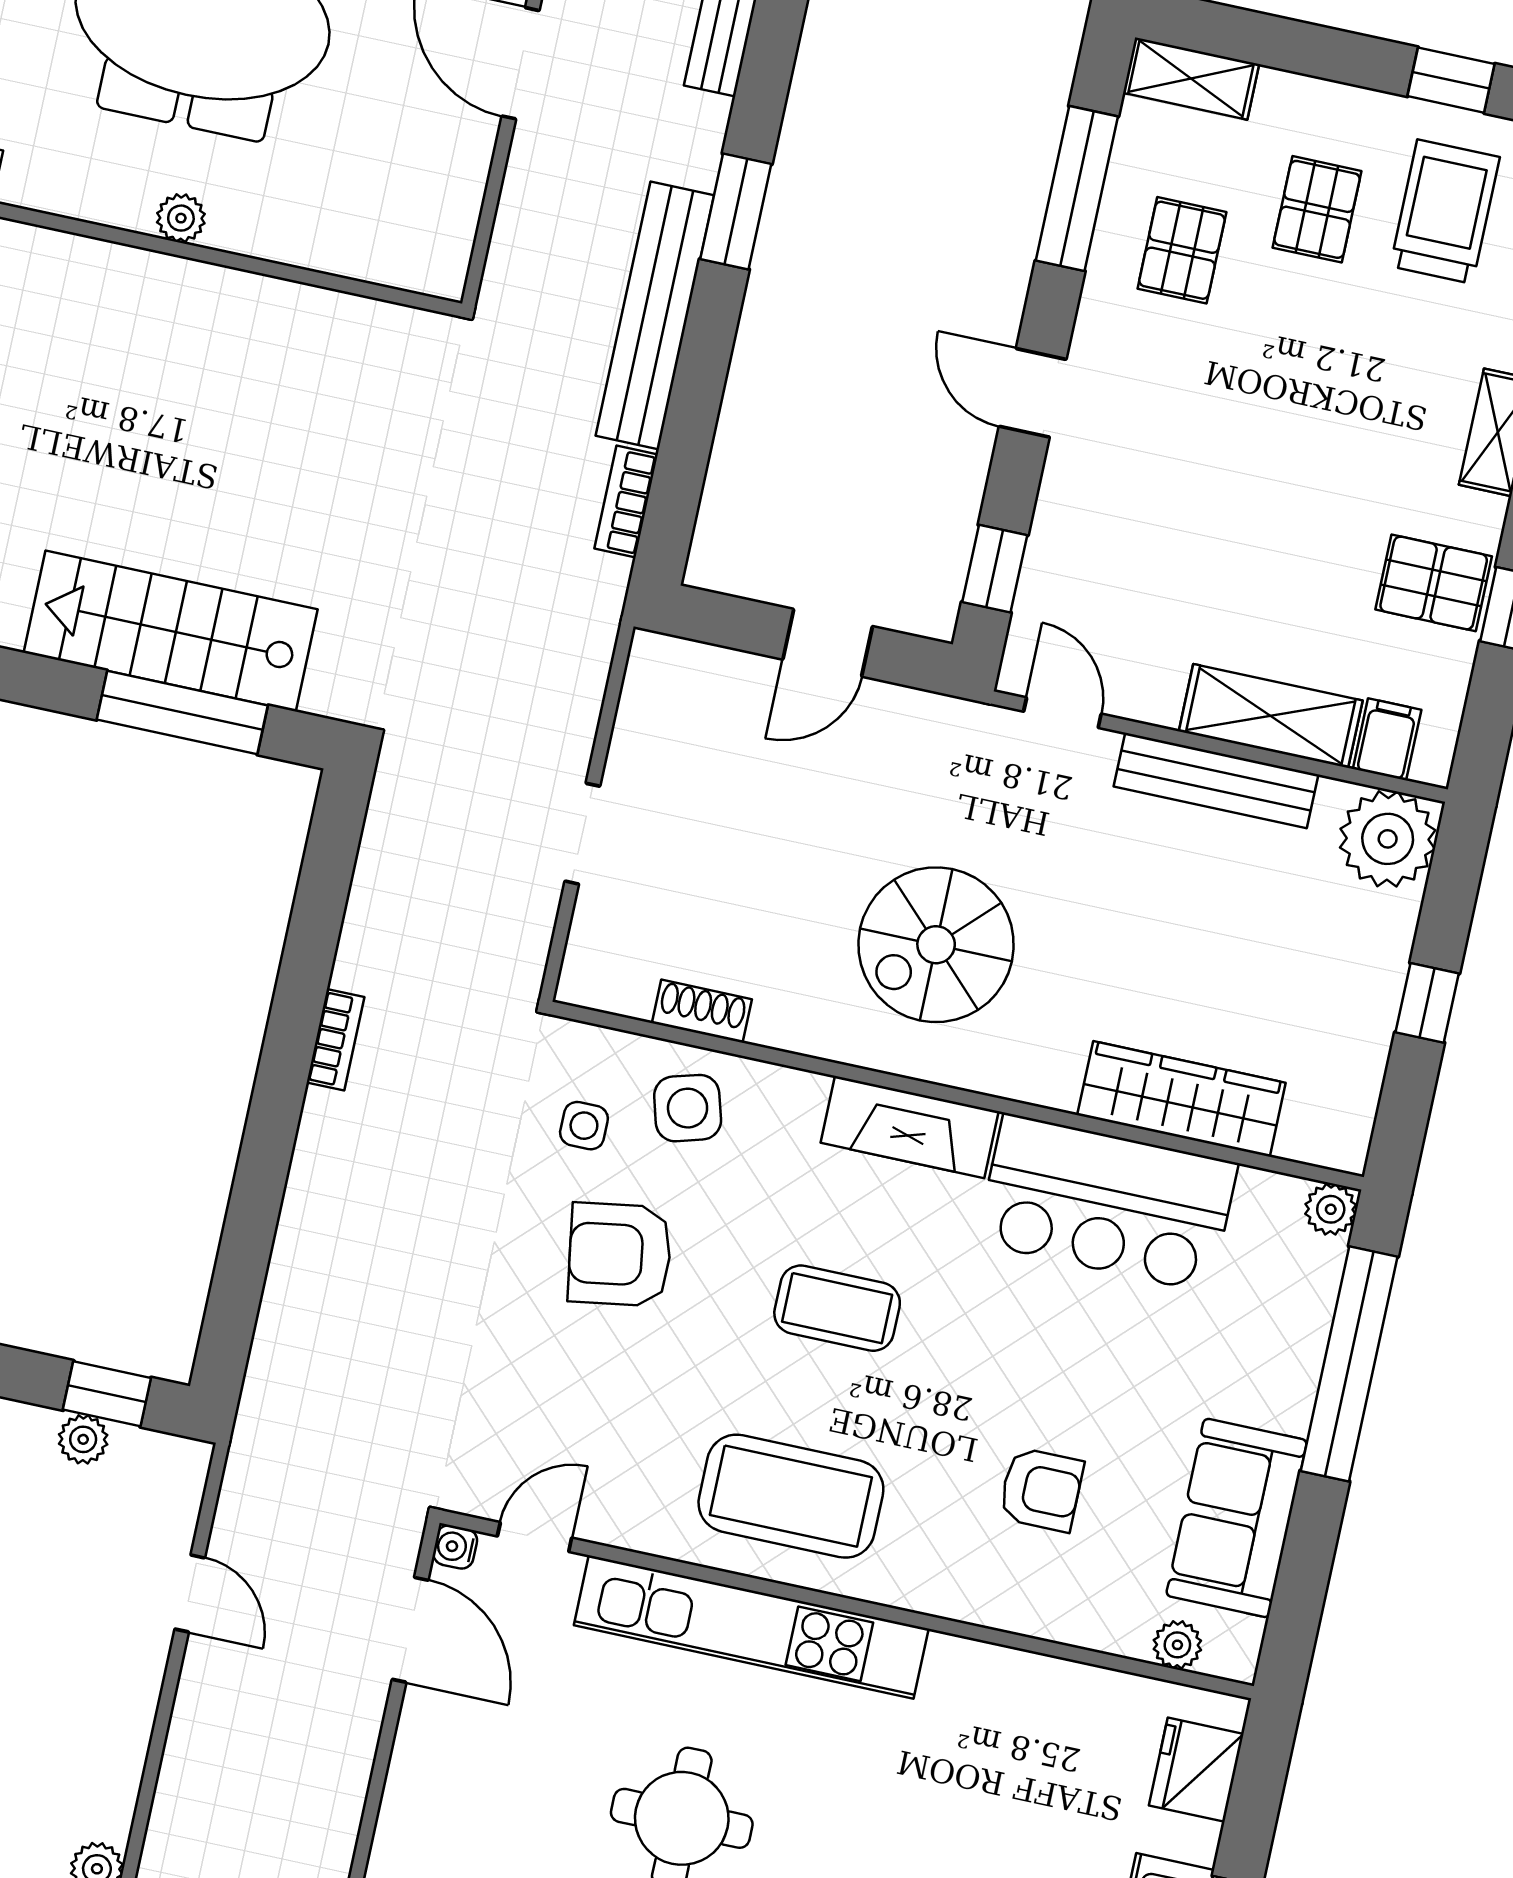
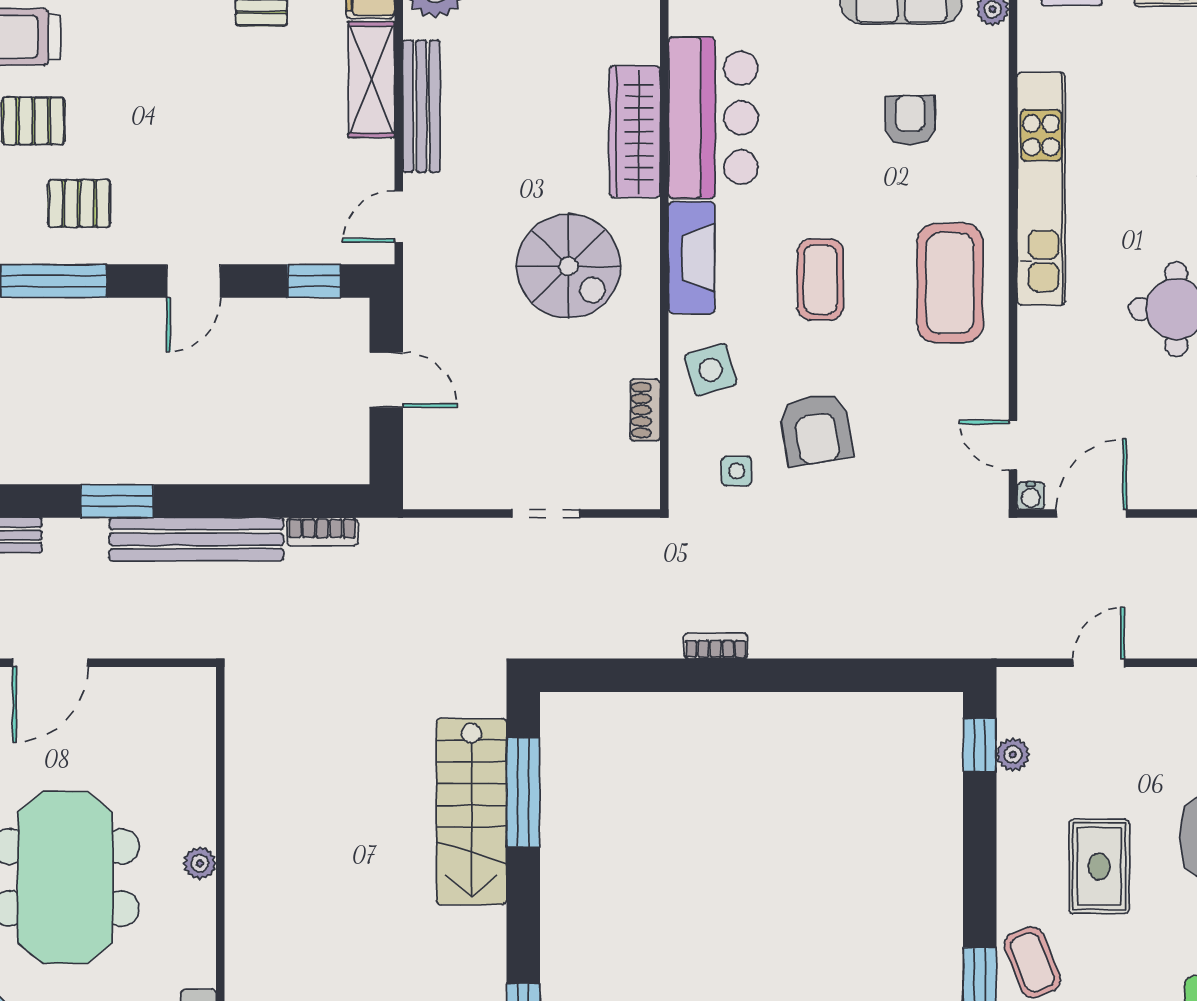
wardrobe: (1181, 1099) -> (635, 132), moved
side table: (688, 1108) -> (711, 370), moved
kitchen unit: (751, 1627) -> (1041, 189), moved

